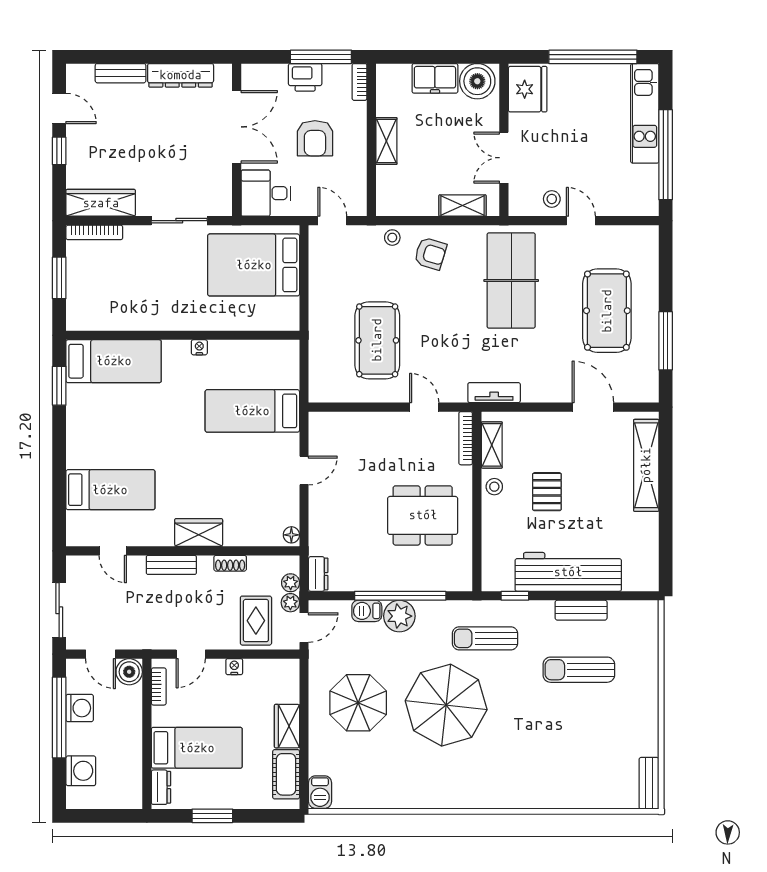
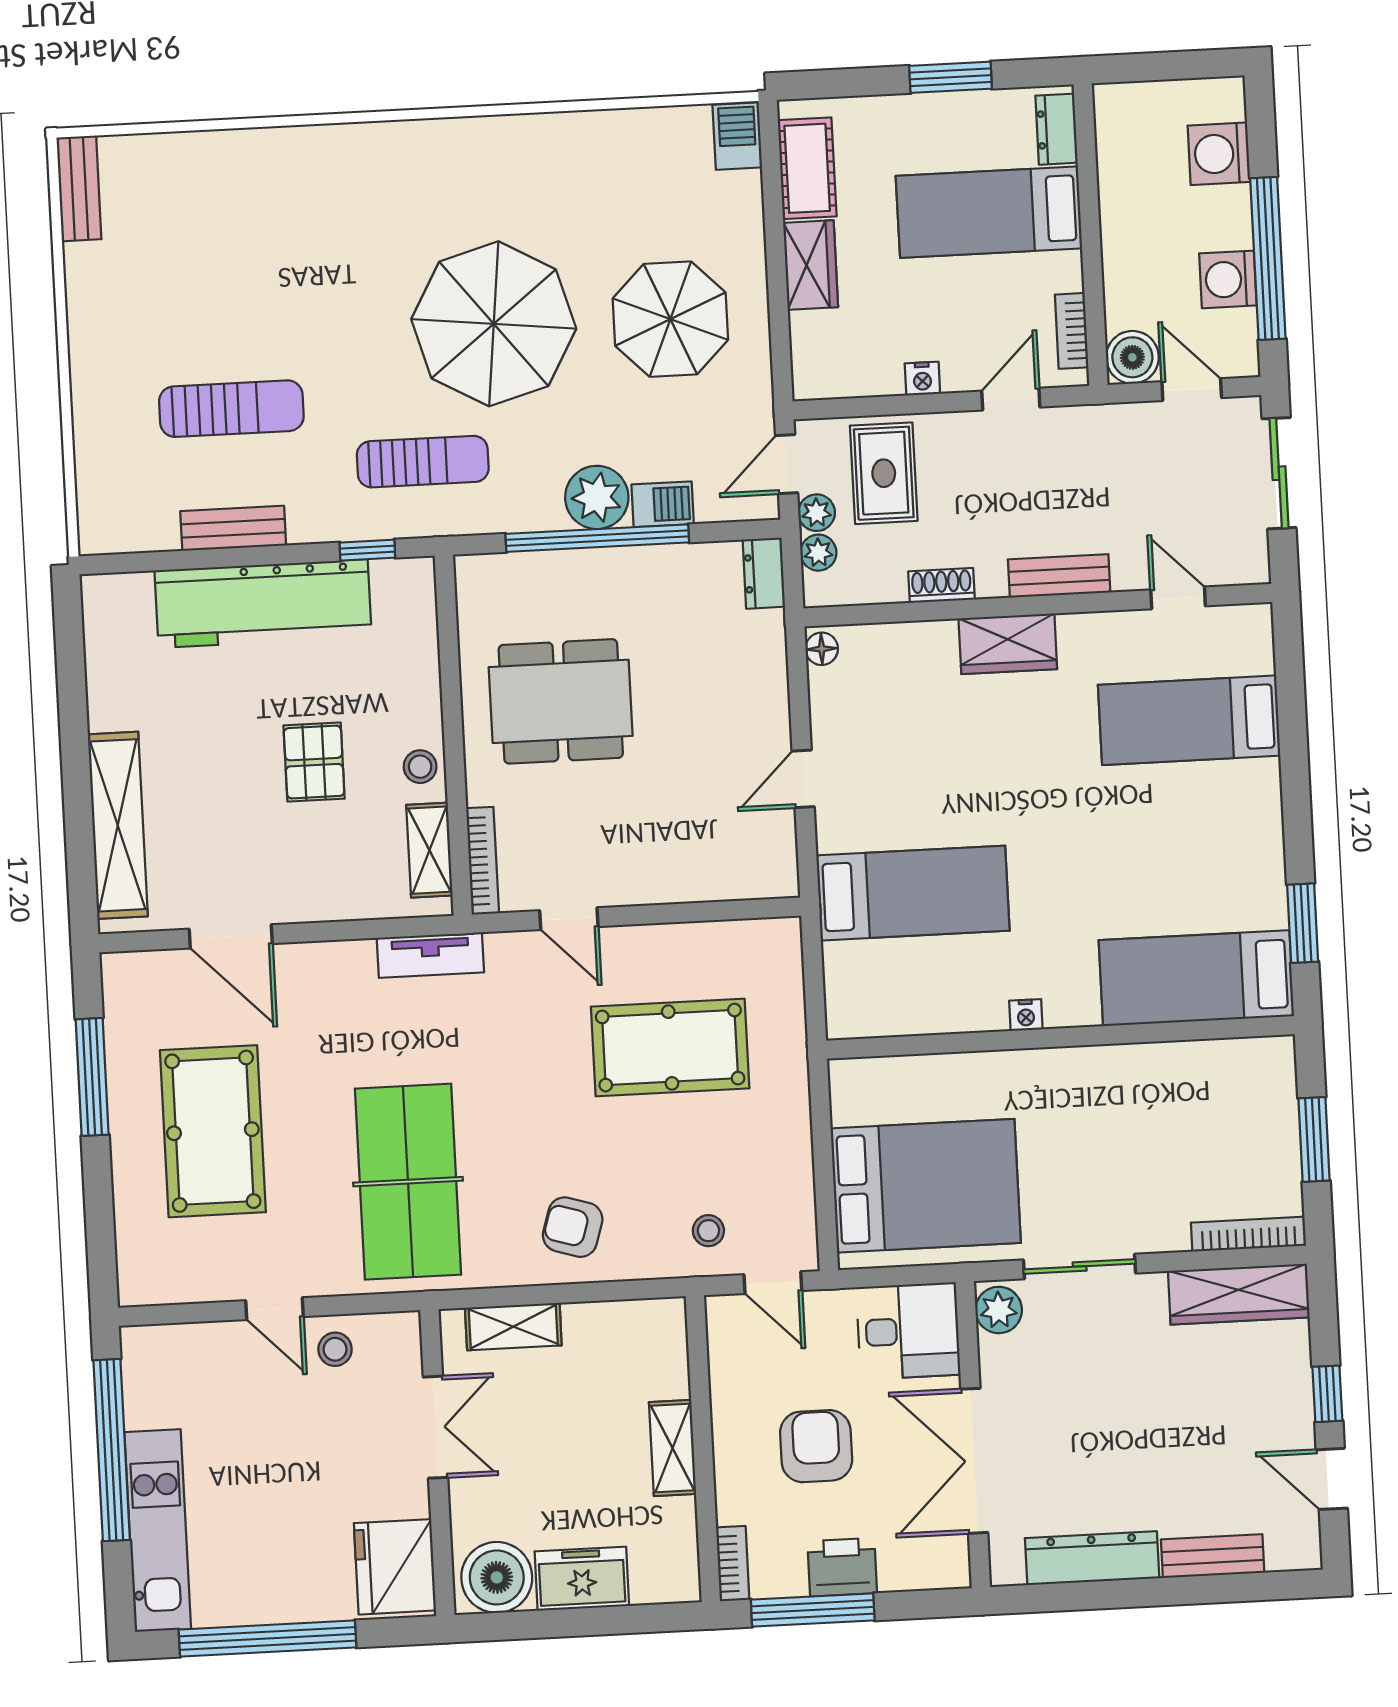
plant: (221, 201) -> (999, 1310), added
stool: (392, 238) -> (708, 1231), moved
pool table: (377, 340) -> (670, 1048), turned 90

